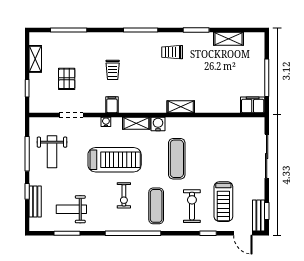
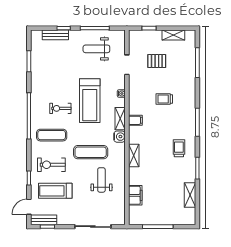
filing cabinet: (112, 105) -> (135, 120), moved
filing cabinet: (253, 105) -> (135, 195), moved
exercise bike: (192, 206) -> (51, 165), turned 180
weight bench: (71, 209) -> (101, 180), moved

